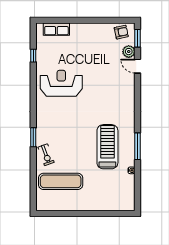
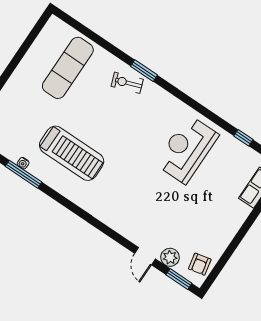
door: (138, 66) -> (145, 256), swing flipped
reception desk: (61, 83) -> (187, 149), turned 180
window: (138, 146) -> (24, 174), moved
exercise bike: (46, 155) -> (127, 83), moved

